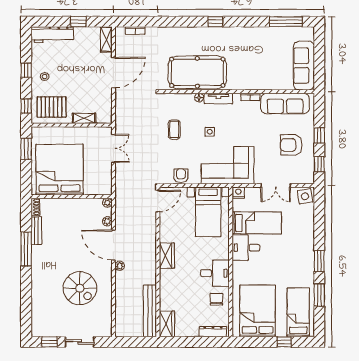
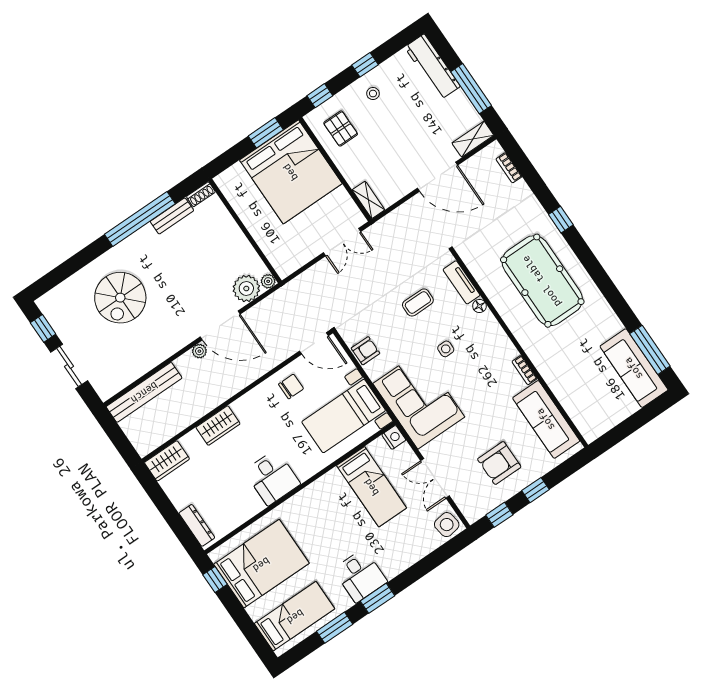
window: (78, 22) -> (471, 89), width x2.17
window: (215, 22) -> (561, 220), moved
sofa: (304, 66) -> (634, 368), moved, turned -90
pool table: (197, 72) -> (542, 281), moved
tv unit: (218, 99) -> (462, 282), moved
pallet: (52, 107) -> (341, 129), width x0.67, depth x0.71
shelving: (84, 118) -> (368, 200), moved
armchair: (291, 145) -> (499, 463), turned -90
bed: (60, 170) -> (291, 172), moved, turned 90
plant: (107, 221) -> (246, 289), width x1.87, depth x1.87
door: (114, 245) -> (220, 326), swing flipped
desk: (246, 248) -> (360, 576), moved, turned 180
window: (26, 249) -> (140, 219), width x1.46
wardrobe: (167, 256) -> (218, 426), moved
spiral stairs: (80, 288) -> (120, 298), moved
chair: (216, 299) -> (291, 386), moved
bench: (150, 311) -> (144, 392), moved
window: (284, 342) -> (215, 580), moved

